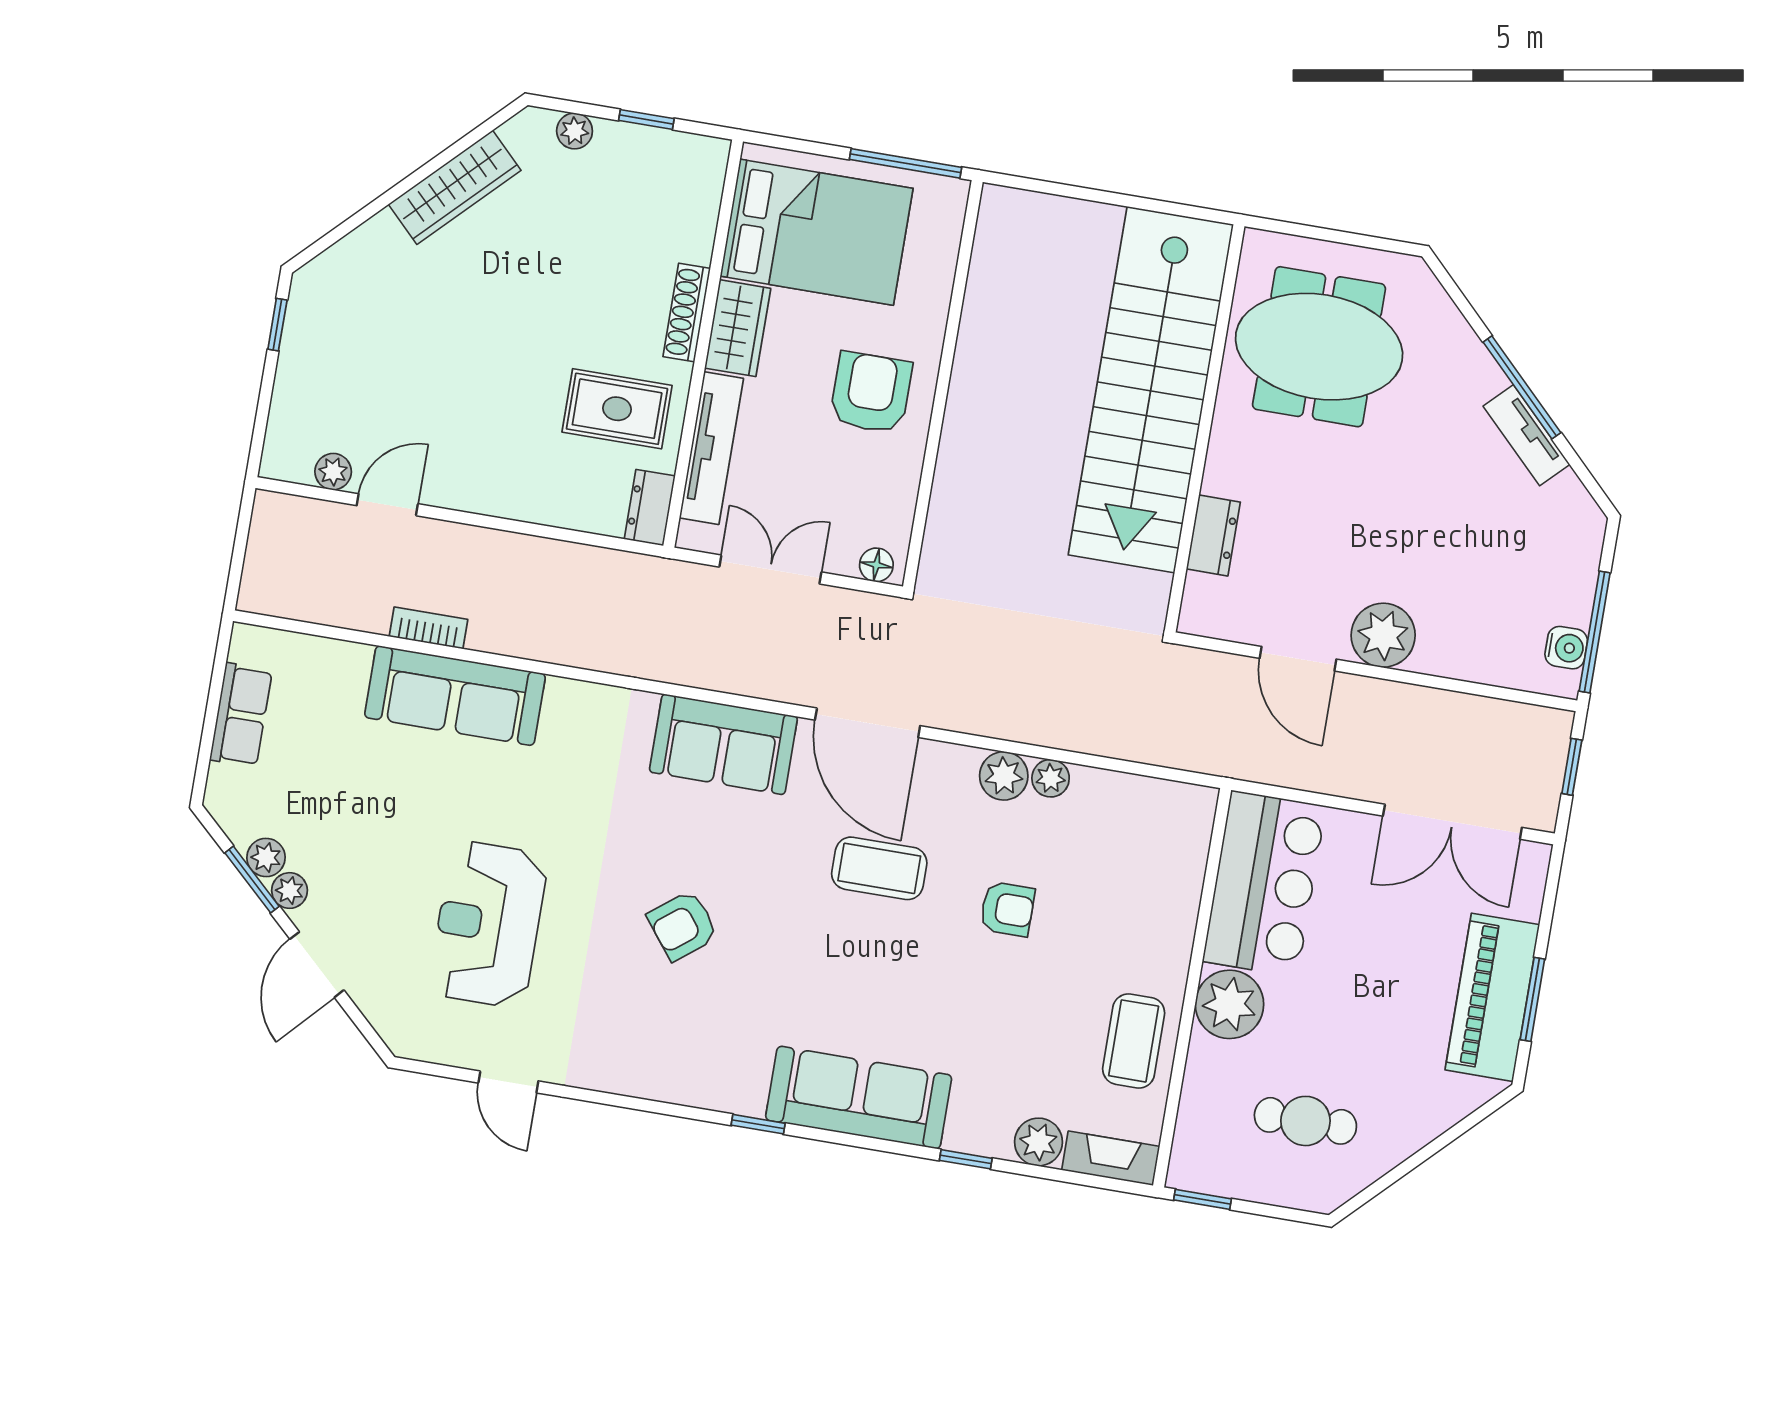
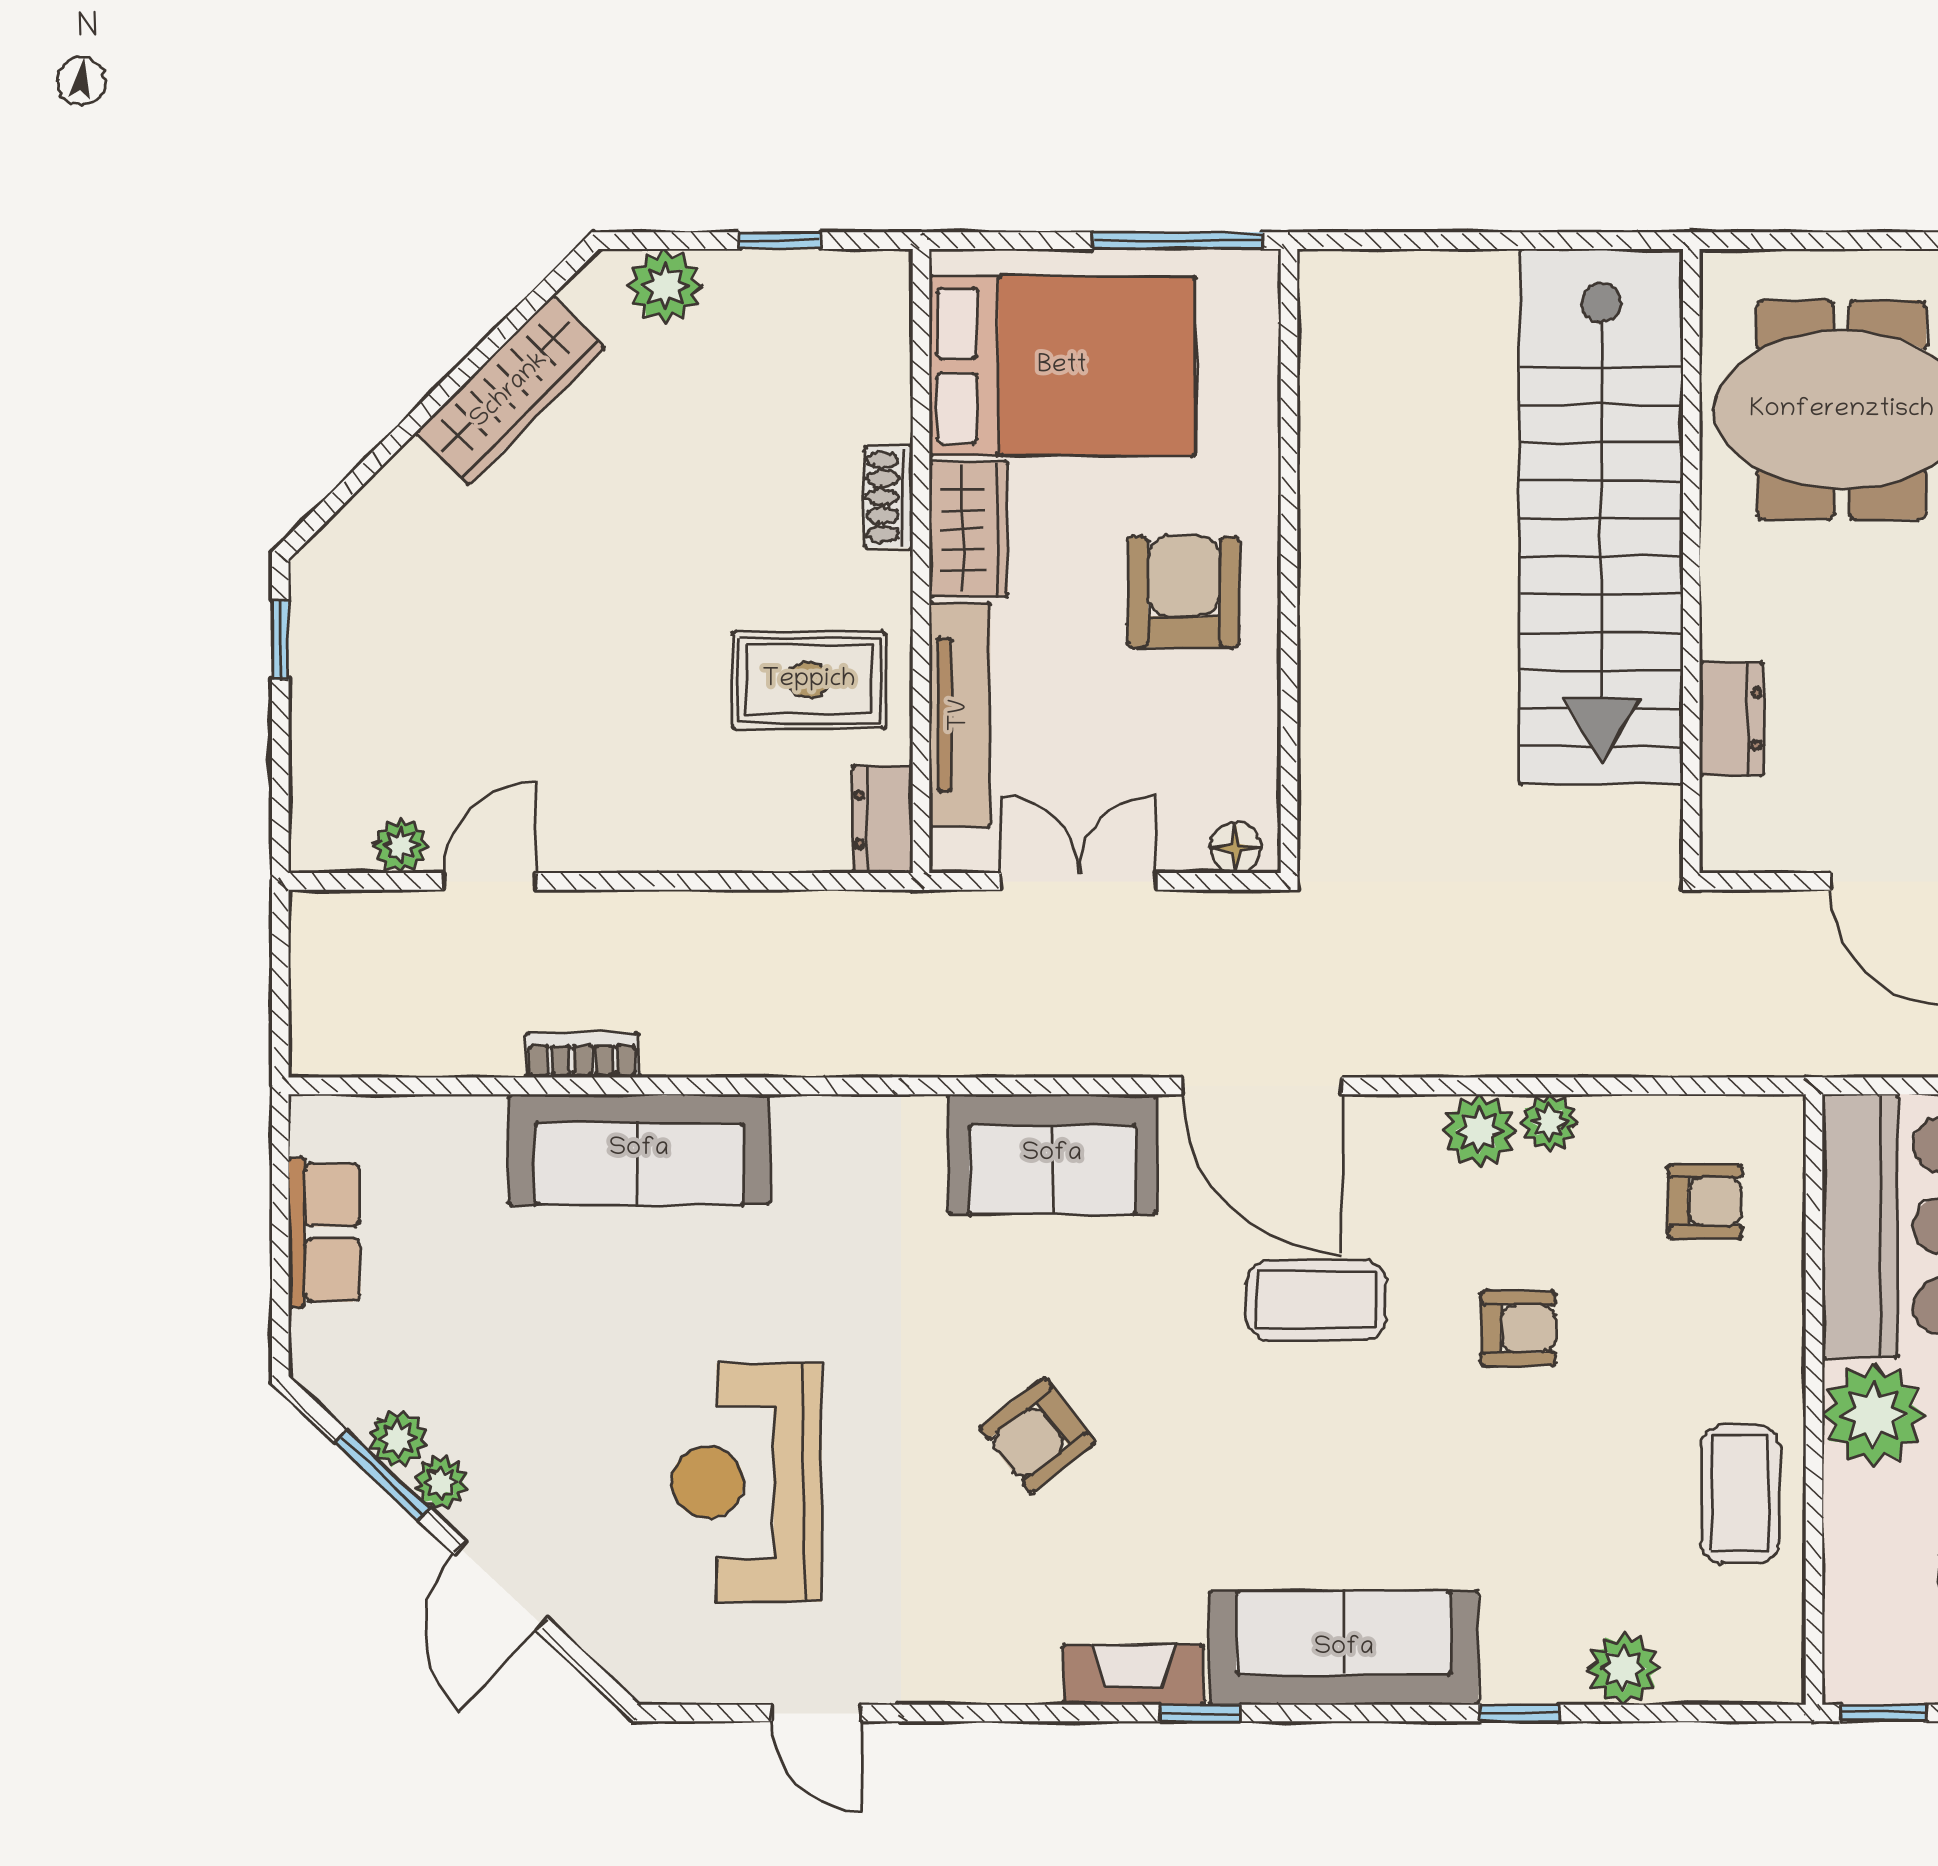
plant: (575, 131) -> (665, 286), width x1.38, depth x1.38
shoe rack: (687, 312) -> (888, 497), width x0.70
armchair: (1143, 847) -> (1705, 1202), added
fireplace: (1111, 1158) -> (1133, 1675), moved

